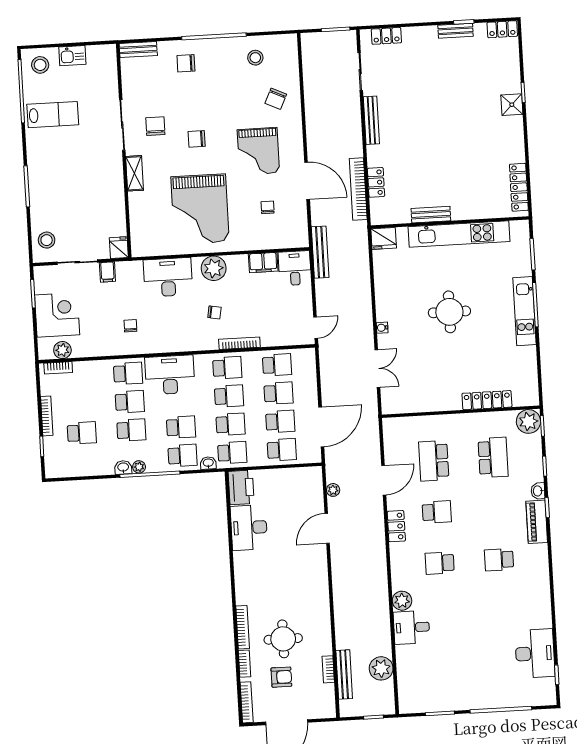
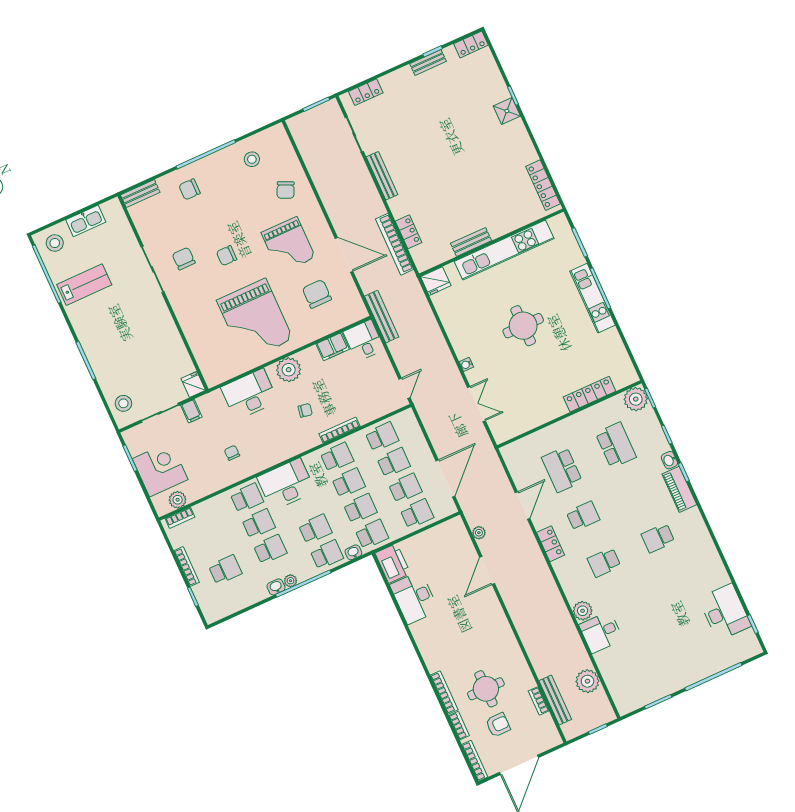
kitchen sink: (72, 56) -> (86, 221), width x1.38
shelving: (135, 173) -> (181, 310), removed
chair: (268, 207) -> (317, 294), width x1.87, depth x1.87

